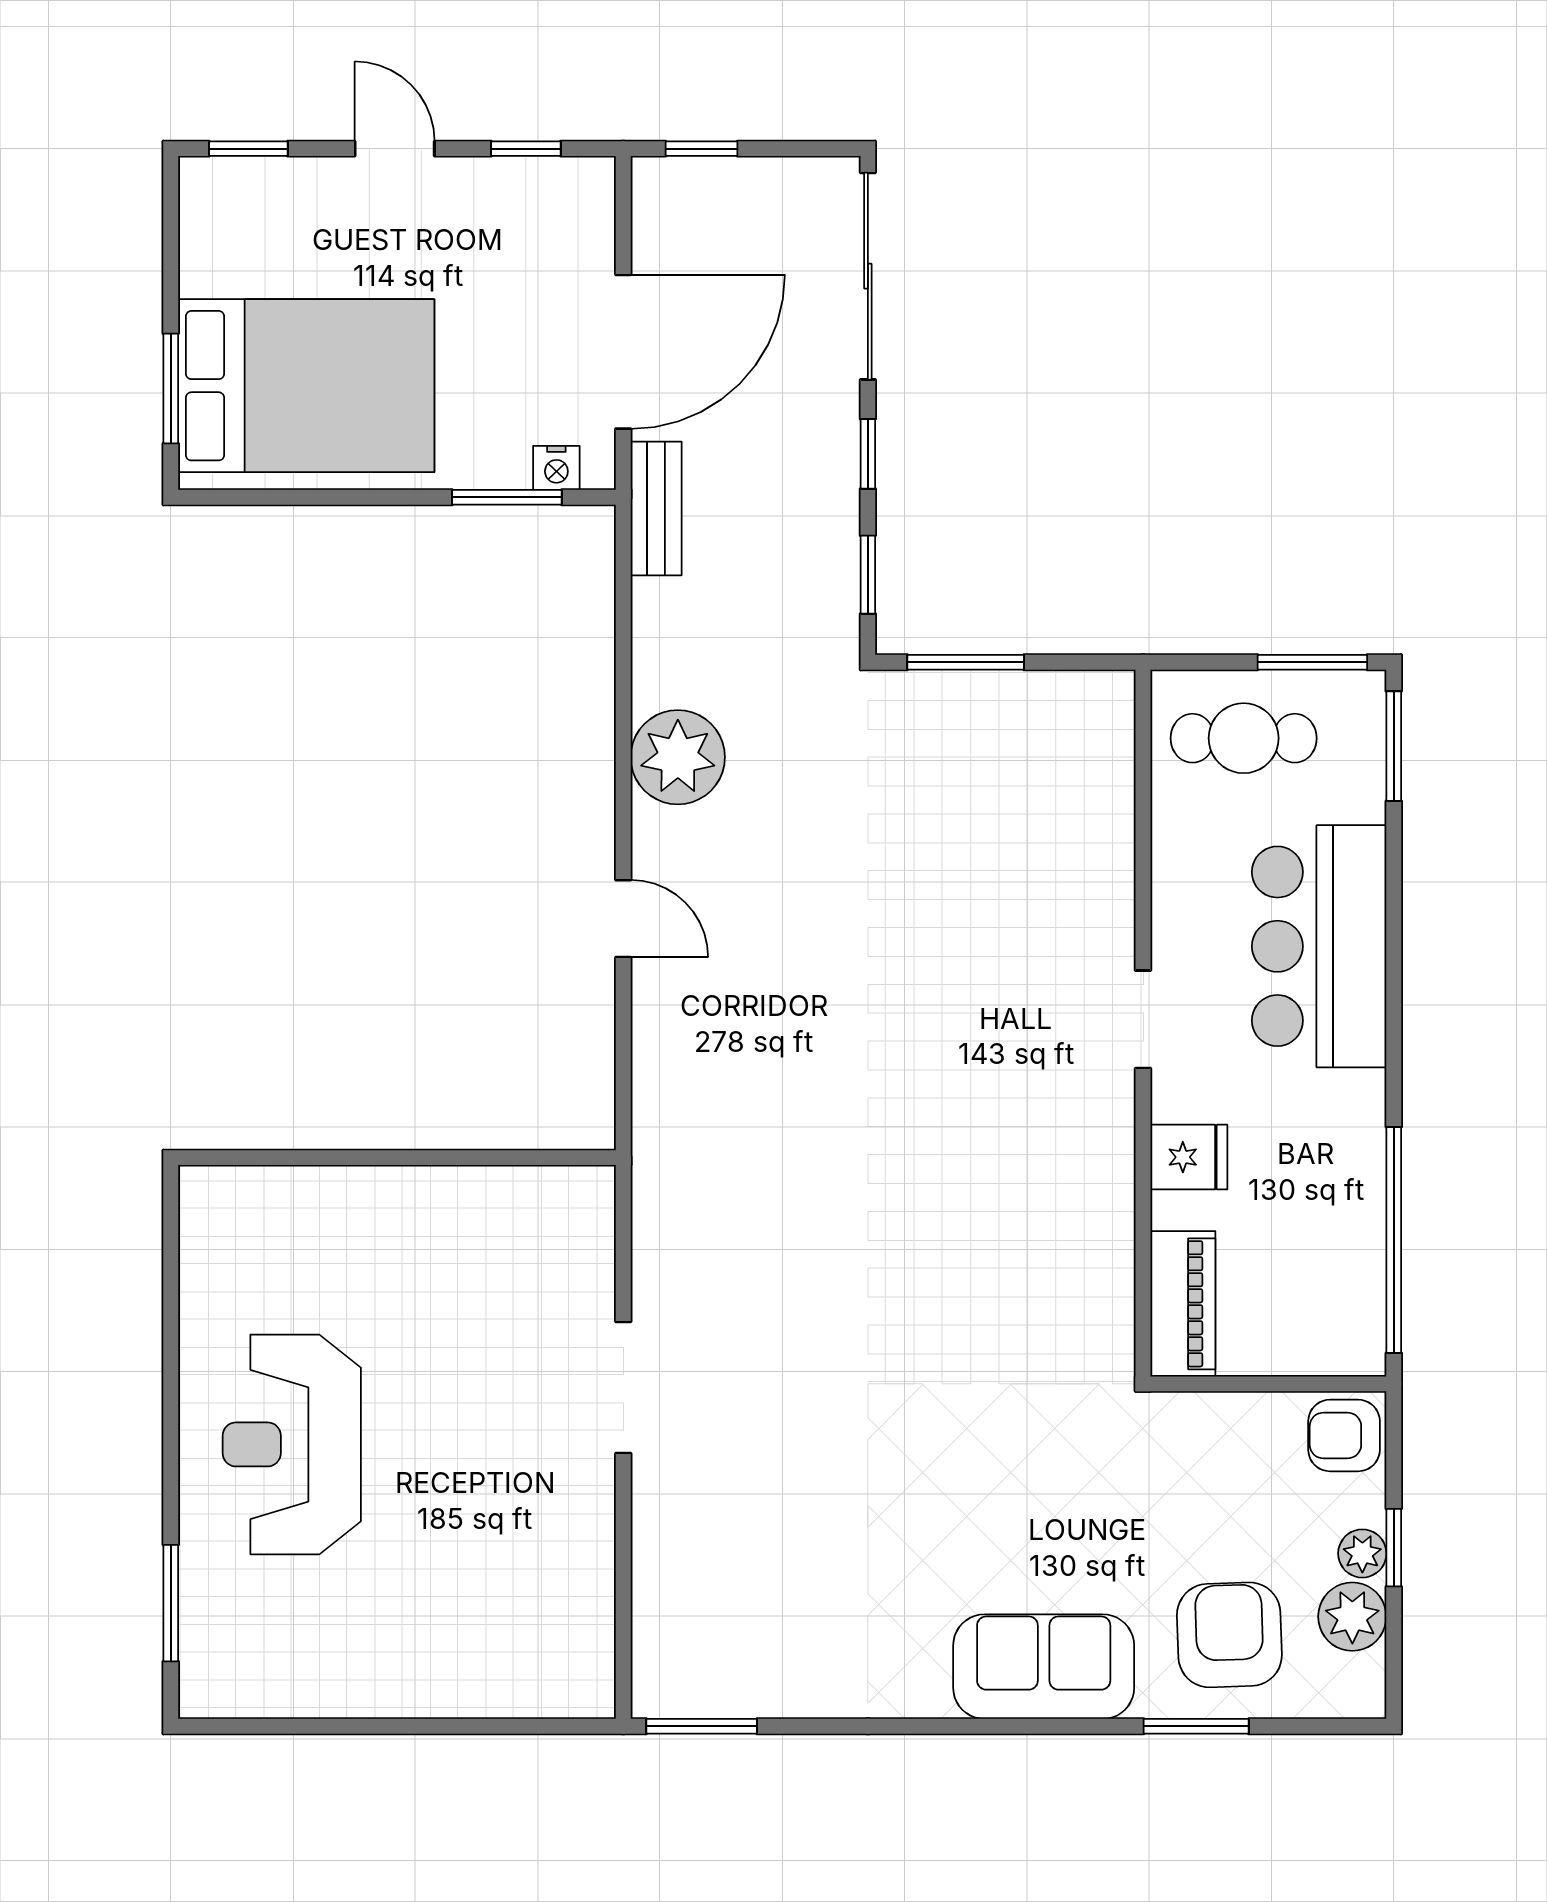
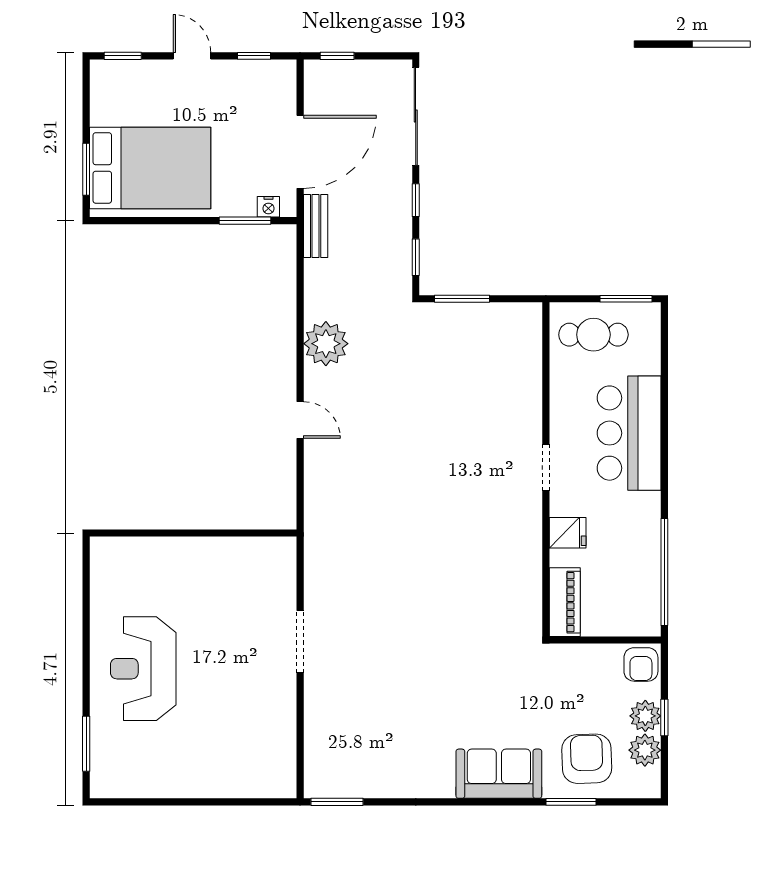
window: (1394, 746) -> (664, 338), removed
armchair: (1344, 1435) -> (641, 664), turned -90
plant: (1362, 1553) -> (645, 716), width x1.38, depth x1.38

